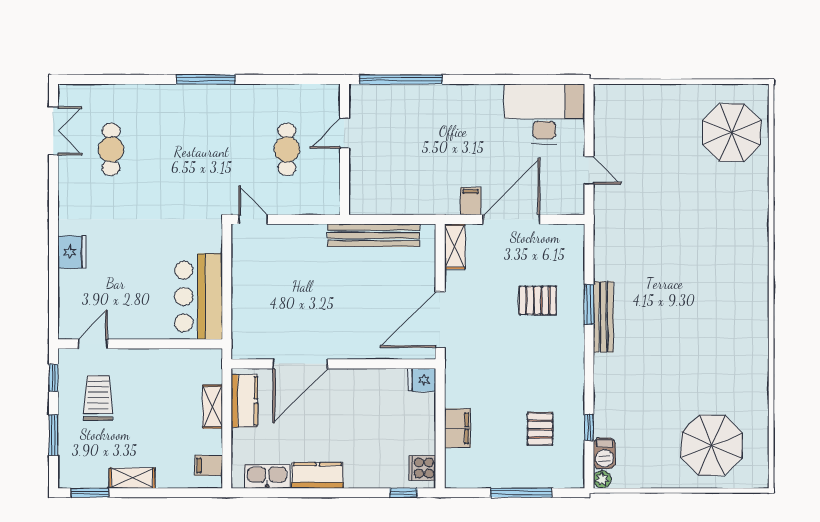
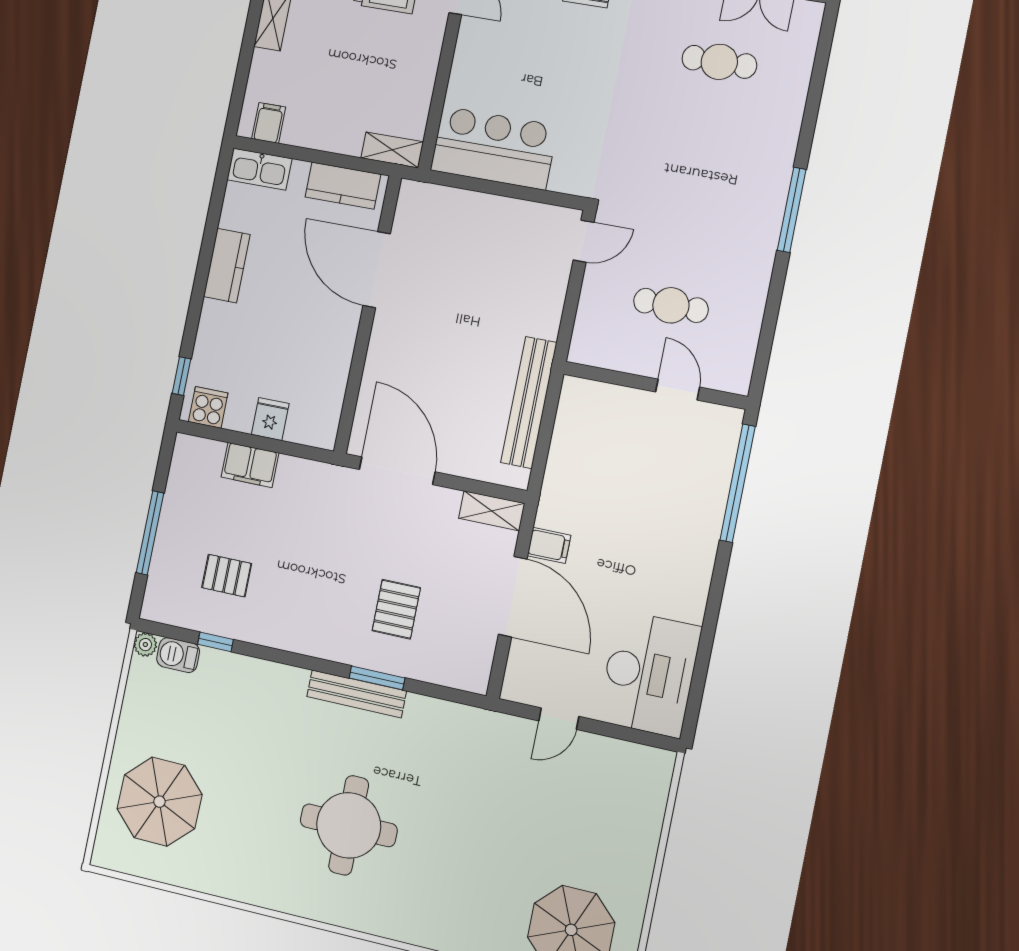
round table: (697, 304) -> (349, 825), added
fridge: (422, 380) -> (270, 419), moved
shelving: (213, 407) -> (392, 150), moved
kitchen sink: (267, 476) -> (259, 169), moved, turned 90

